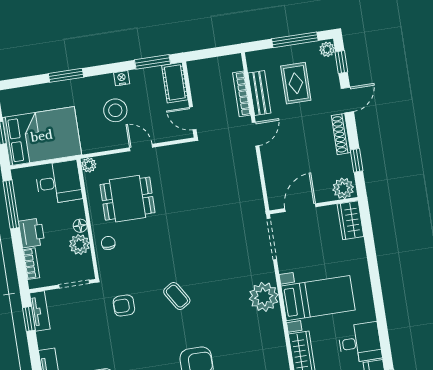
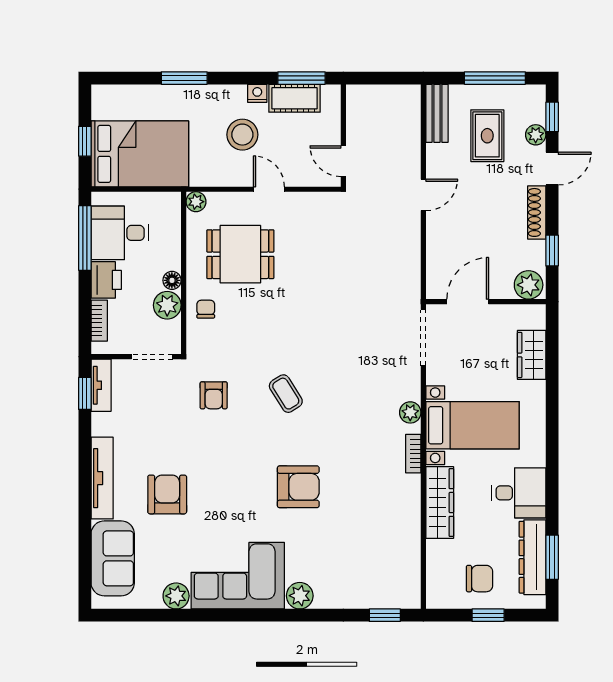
plant: (327, 49) -> (536, 135), moved
cot: (175, 83) -> (294, 98), moved, turned 90
bench: (259, 93) -> (437, 113), moved
bookcase: (242, 94) -> (413, 454), moved, width x0.64
desk: (59, 182) -> (120, 233), moved, turned 180
wardrobe: (350, 220) -> (532, 355), moved
plant: (264, 297) -> (410, 412), width x0.53, depth x0.53
armchair: (124, 306) -> (214, 395), turned -90

